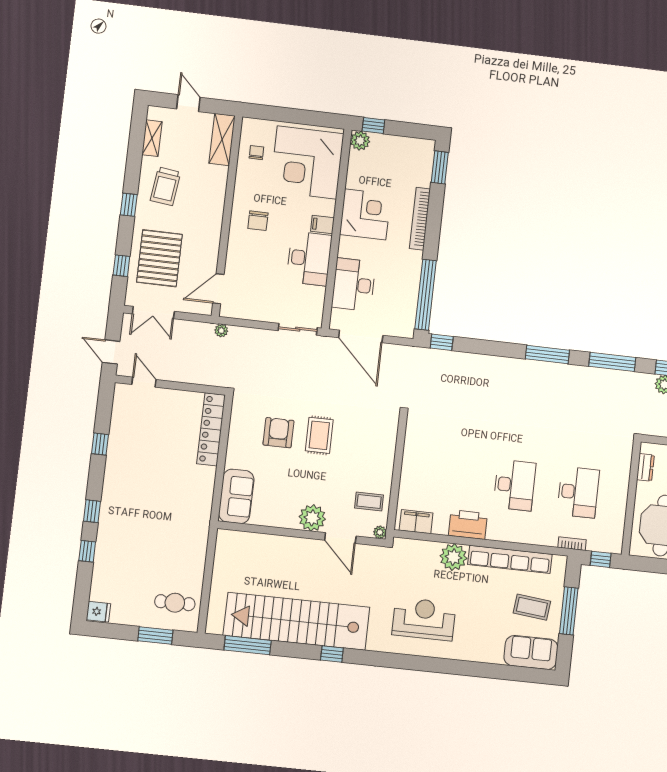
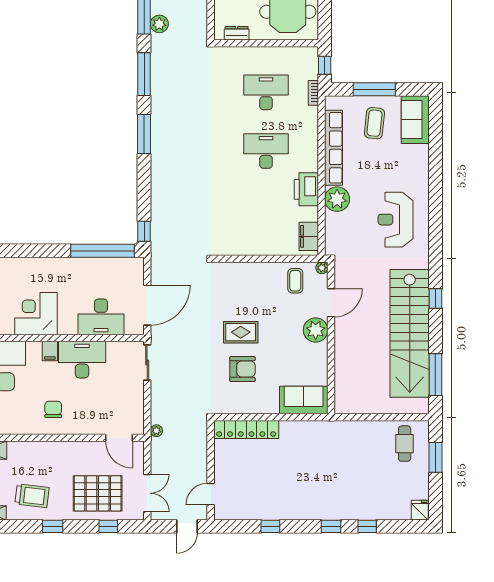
bookcase: (420, 219) -> (34, 264), removed
chair: (258, 221) -> (53, 409), turned -90
armchair: (278, 433) -> (242, 369), turned 180

